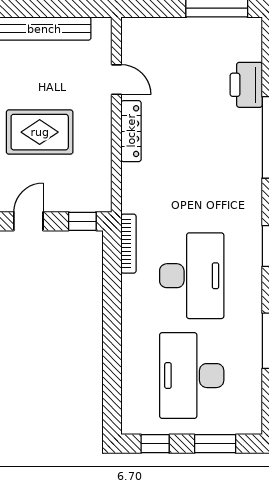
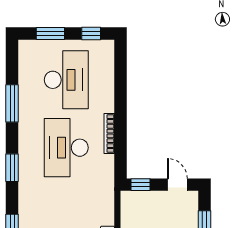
door: (28, 221) -> (177, 185), swing flipped
bookcase: (129, 244) -> (109, 133), moved

